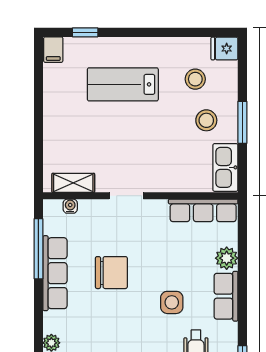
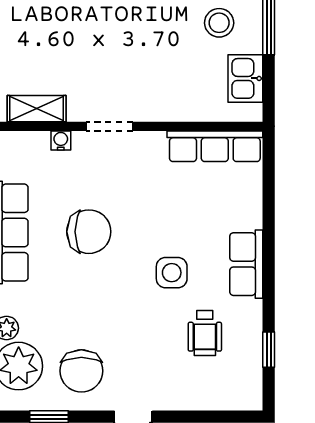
kitchen sink: (225, 167) -> (245, 78), width x0.73
water cooler: (70, 206) -> (61, 141), moved
plant: (227, 258) -> (247, 212), removed

